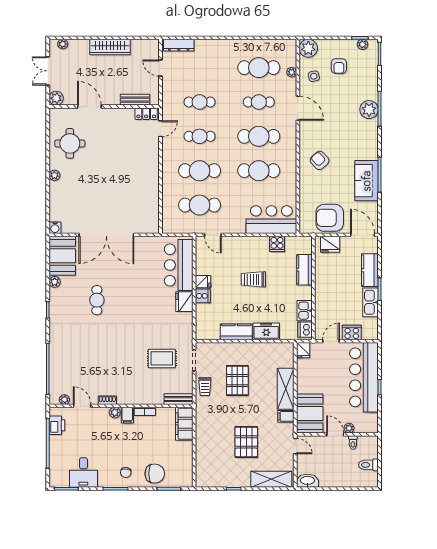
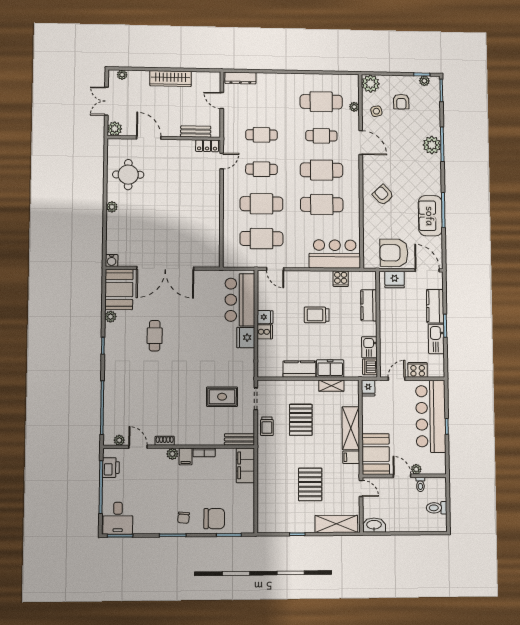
shelving: (267, 348) -> (331, 386), added
desk: (83, 473) -> (118, 518), moved

